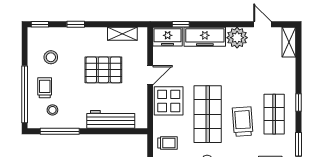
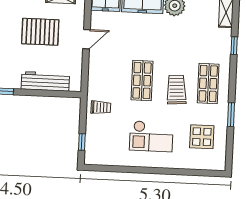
display table: (169, 101) -> (104, 66), removed
window: (298, 102) -> (234, 46), moved
shop shelf: (208, 114) -> (142, 80), width x0.70, depth x0.74

